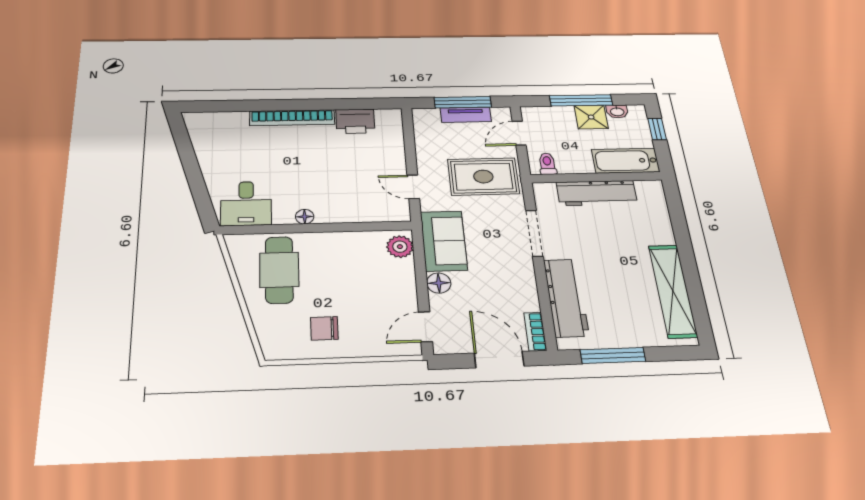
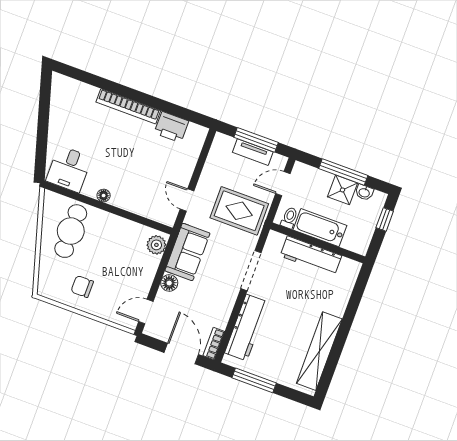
bathtub: (626, 161) -> (320, 228), moved

